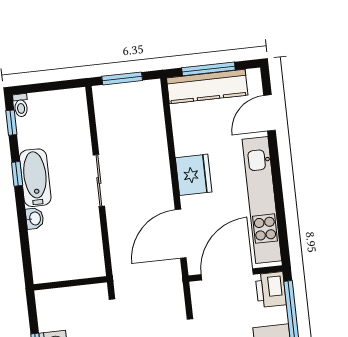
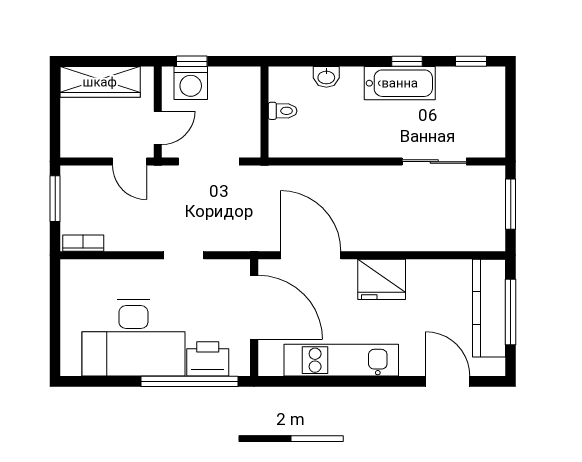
toilet: (21, 105) -> (283, 111), moved, turned 180
sliding door: (99, 180) -> (434, 162), moved
kitchen unit: (262, 200) -> (341, 360), width x0.73
washbasin: (35, 218) -> (326, 77), moved
printer: (271, 290) -> (208, 359), moved

